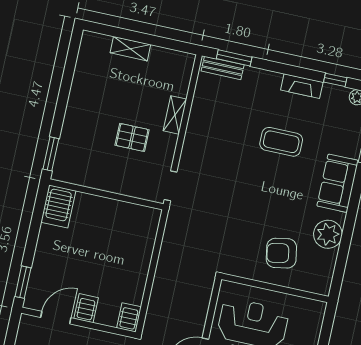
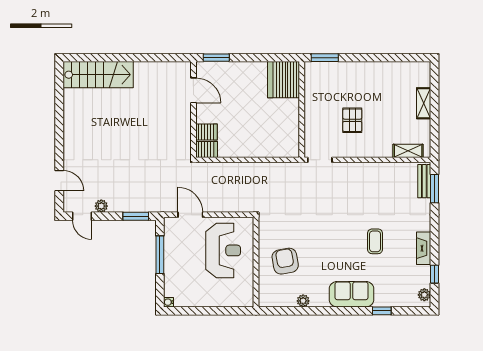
shelving: (175, 115) -> (408, 151), moved
coffee table: (281, 142) -> (375, 241), width x0.73, depth x0.77
server rack: (58, 206) -> (284, 80), width x1.60
plant: (328, 234) -> (303, 301), width x0.53, depth x0.53
server rack: (86, 308) -> (206, 132), moved

